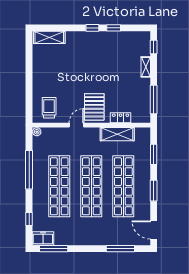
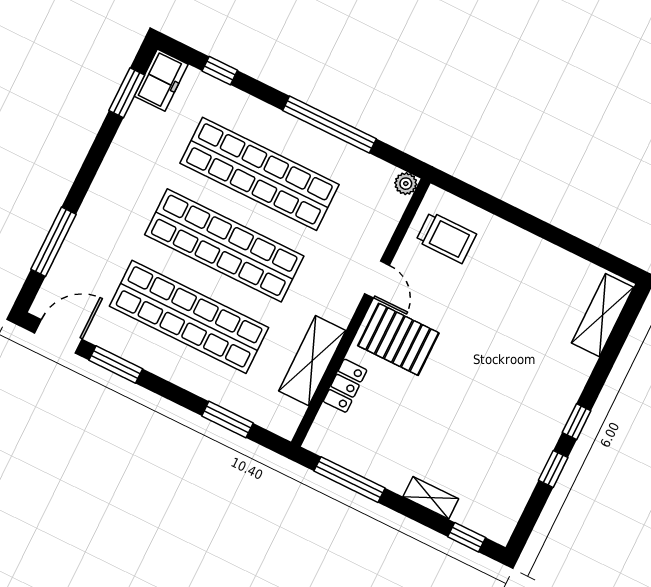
window: (154, 191) -> (116, 365), moved
window: (54, 249) -> (127, 93), width x0.69

